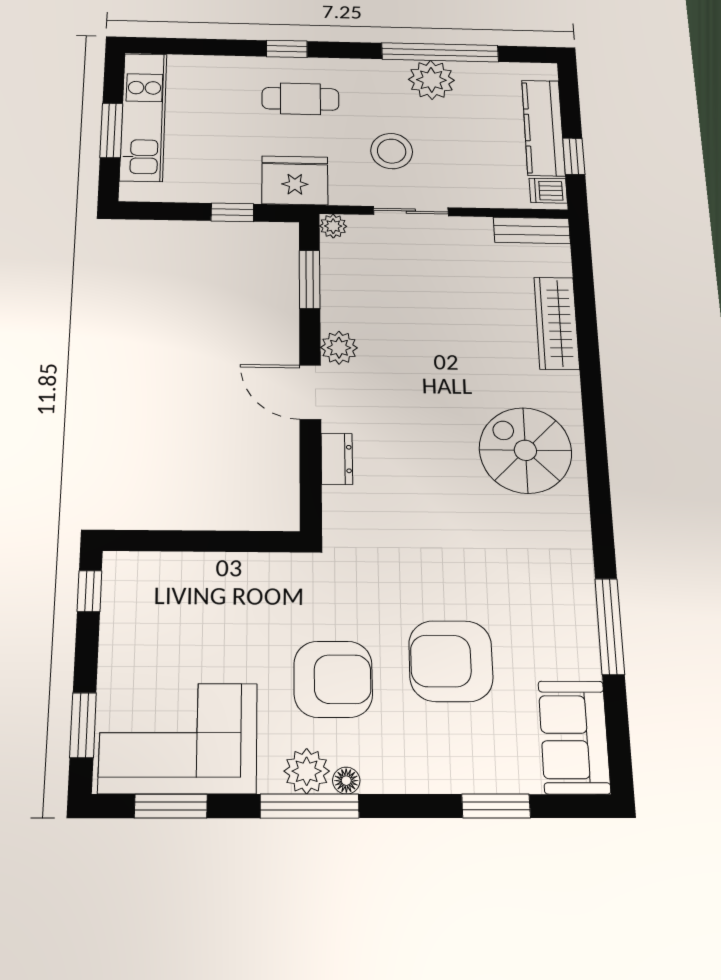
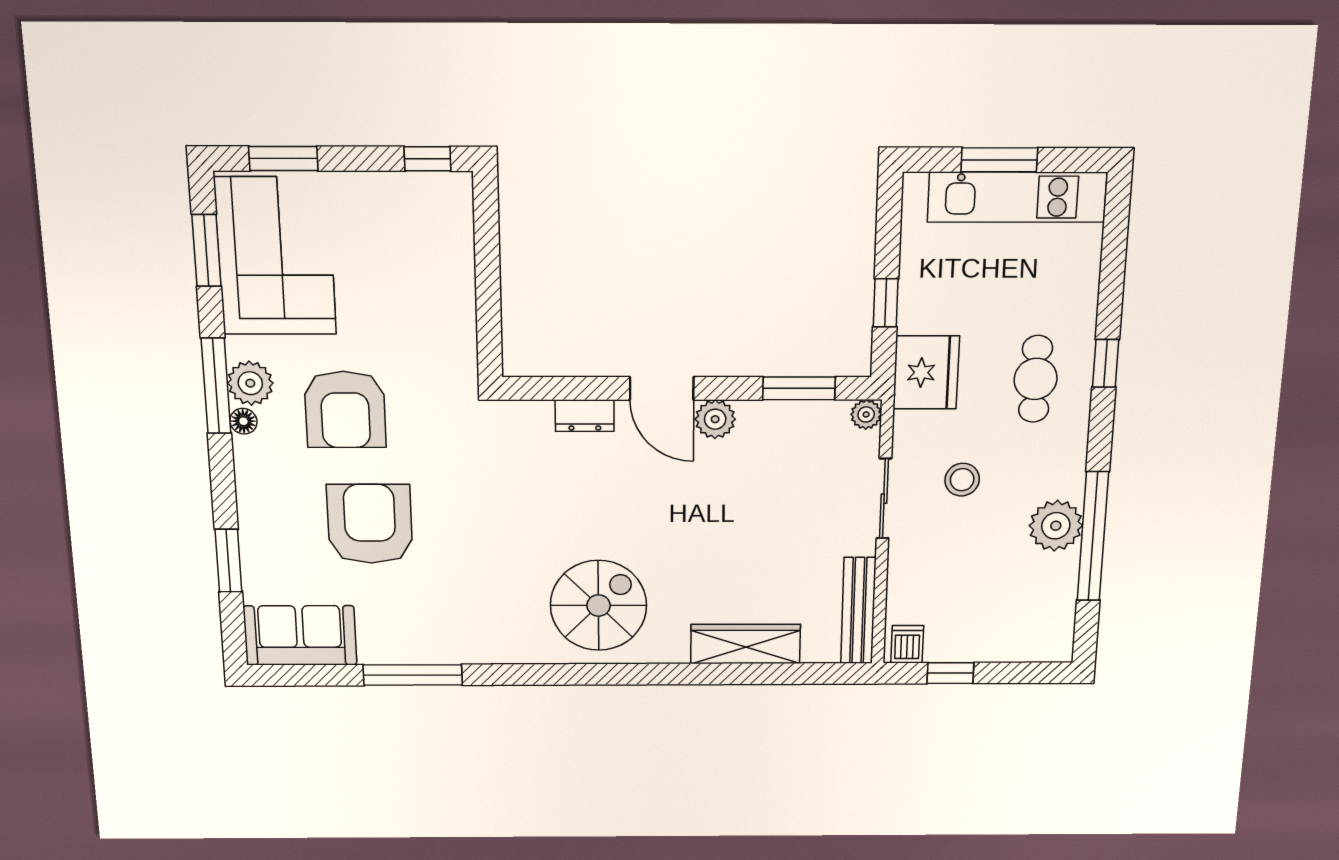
kitchen counter: (543, 128) -> (988, 643), removed
stool: (392, 151) -> (962, 480), width x0.73, depth x0.73
bench: (532, 230) -> (858, 611), width x1.36
door: (310, 392) -> (662, 388), swing flipped

